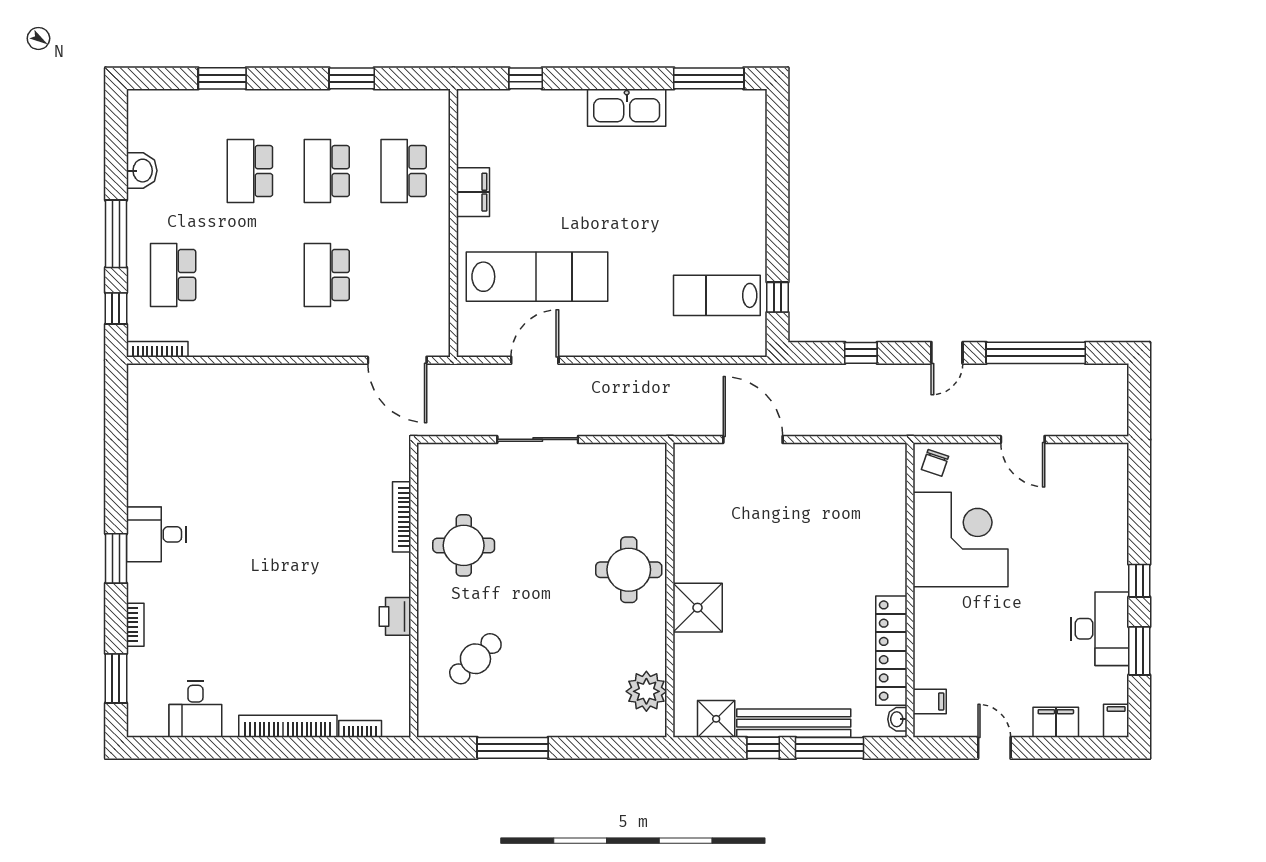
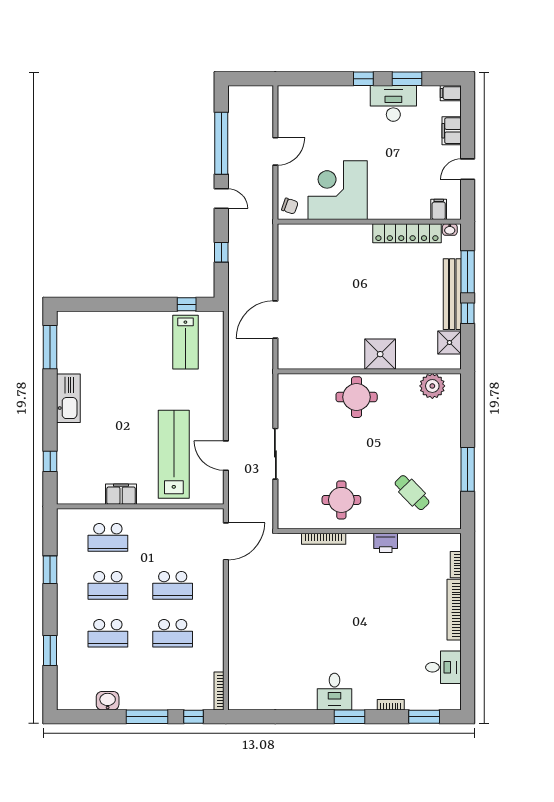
school desk: (173, 275) -> (173, 633), moved

